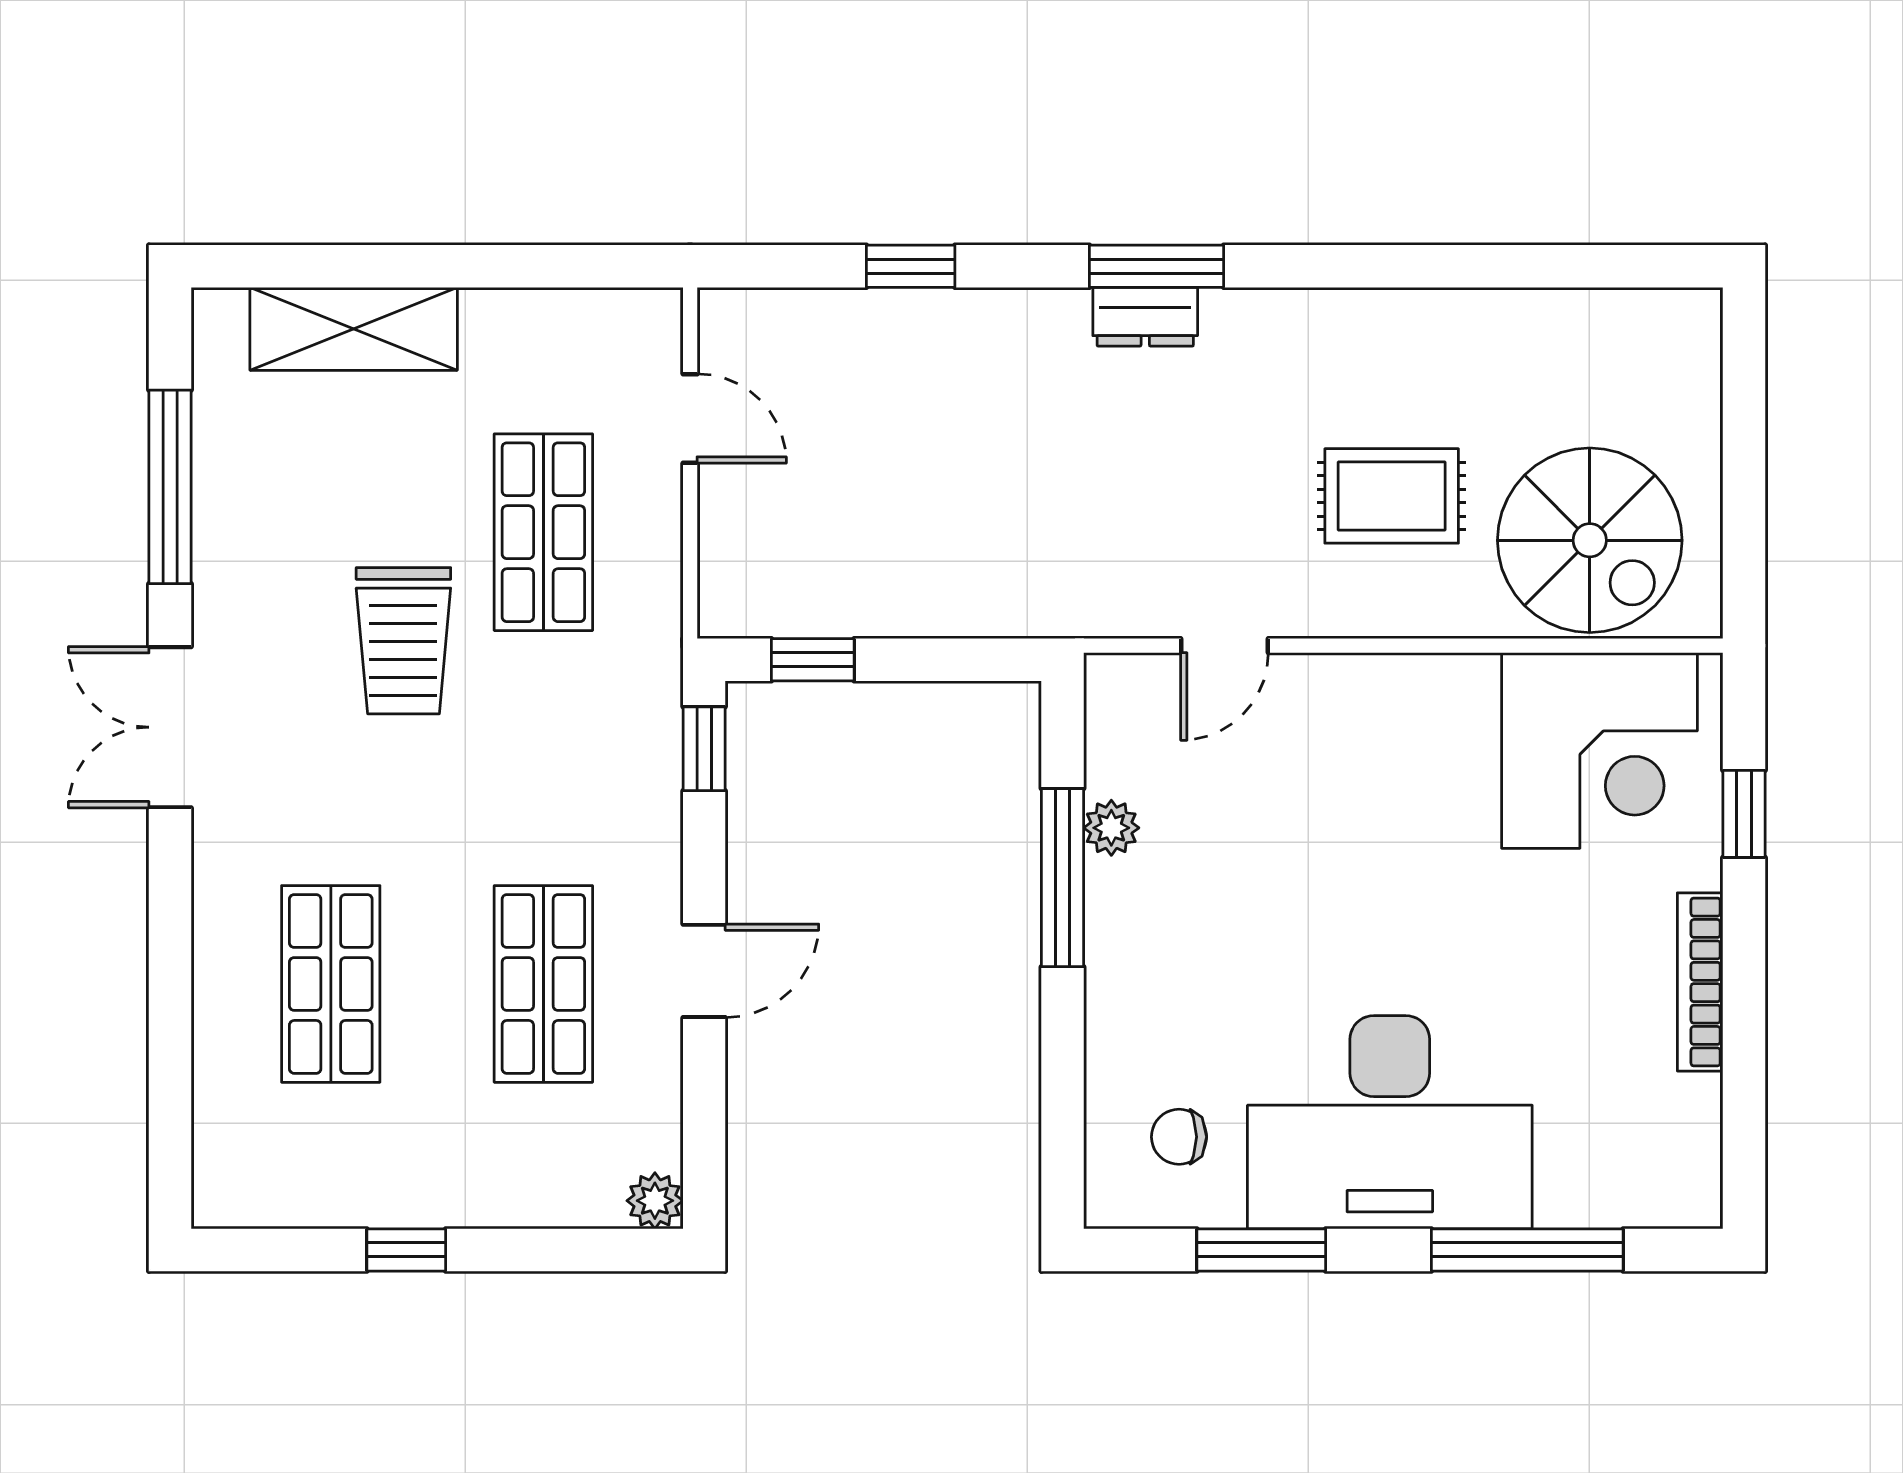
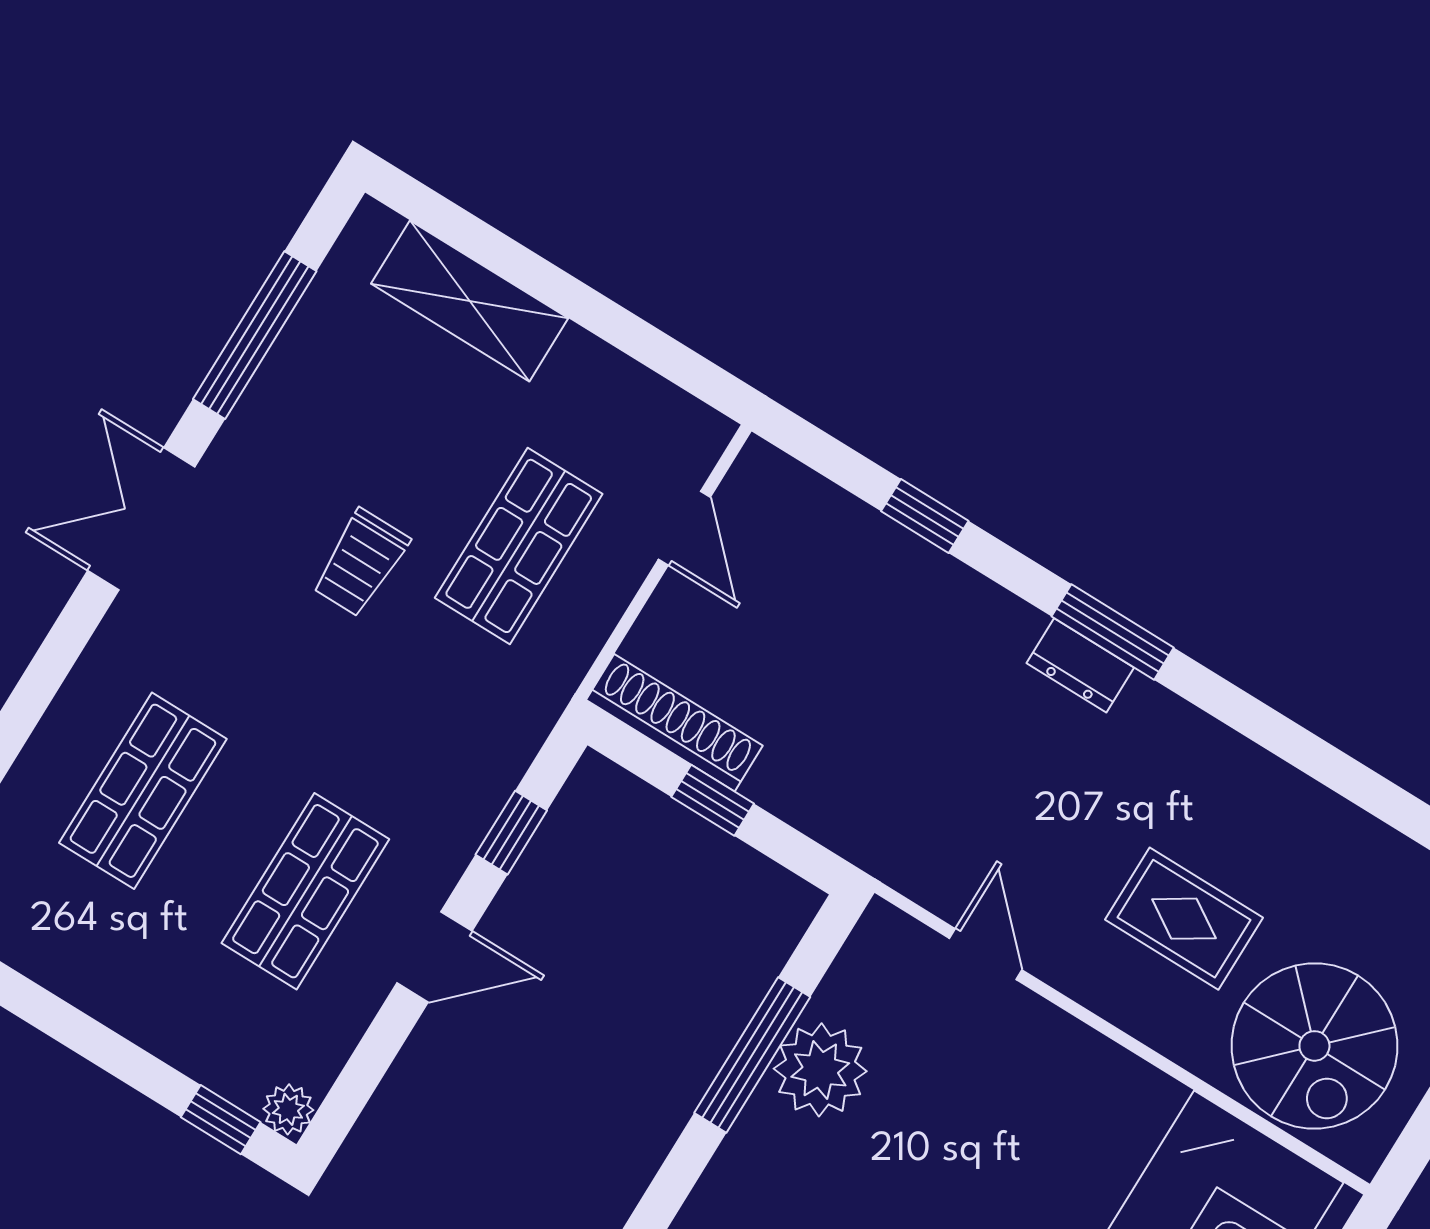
shoe rack: (794, 609) -> (674, 723), added
trolley: (403, 641) -> (361, 563), width x0.73, depth x0.72
door: (1224, 646) -> (986, 954), swing flipped
window: (813, 660) -> (713, 800), moved
window: (704, 749) -> (511, 833), moved
plant: (1111, 828) -> (820, 1070), width x1.87, depth x1.87
window: (406, 1250) -> (221, 1120), moved

